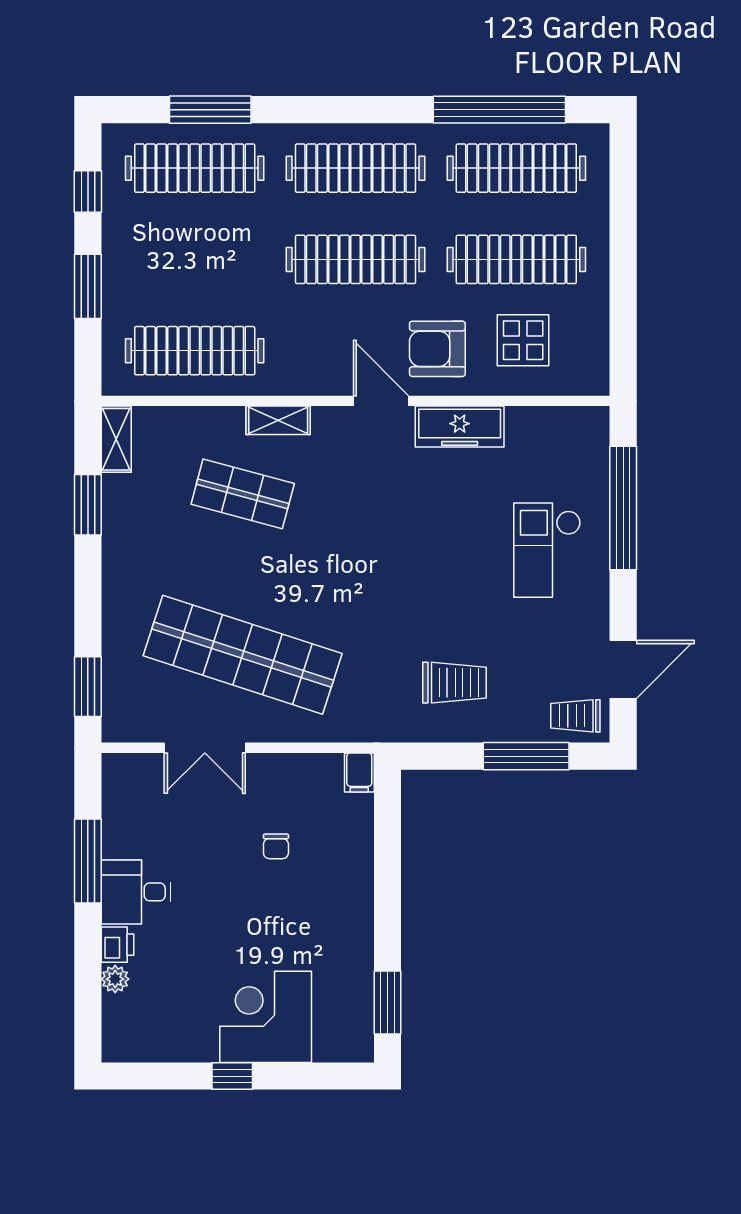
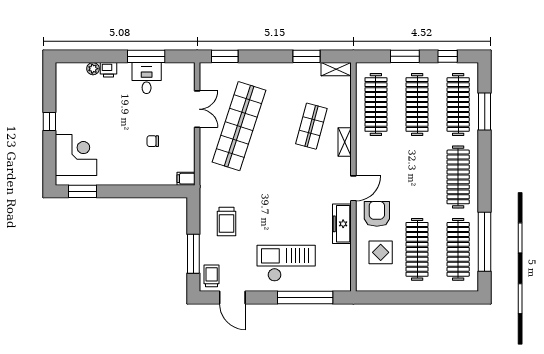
clothes rail: (355, 259) -> (417, 105), moved
checkout: (547, 550) -> (286, 263), width x1.36, depth x1.21
double door: (205, 748) -> (197, 109), swing flipped
desk: (136, 892) -> (147, 78), moved
corner desk: (266, 1017) -> (76, 155), moved

